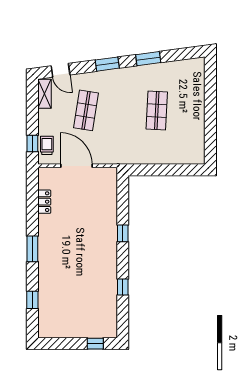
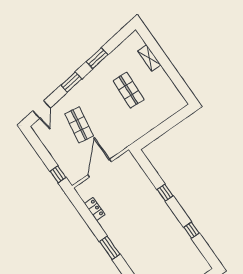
door: (61, 70) -> (42, 109), hinge flipped
shelving: (45, 94) -> (149, 58), moved
trolley: (47, 145) -> (69, 169), removed
door: (76, 166) -> (100, 168), hinge flipped

